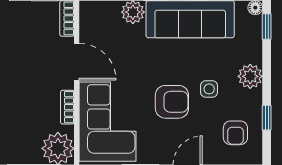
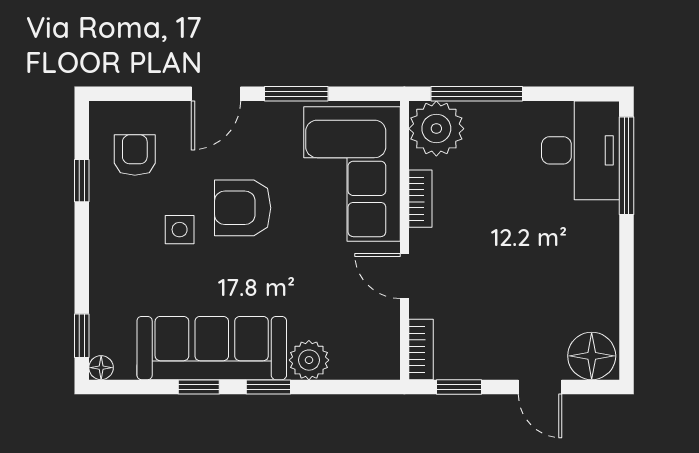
door: (77, 62) -> (404, 276), width x0.73
plant: (250, 76) -> (110, 251), removed

